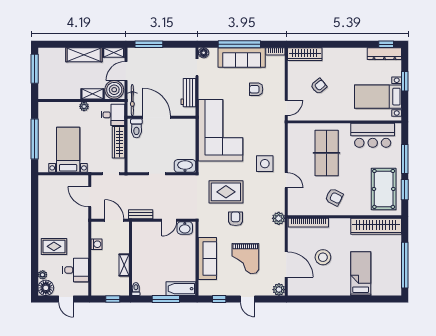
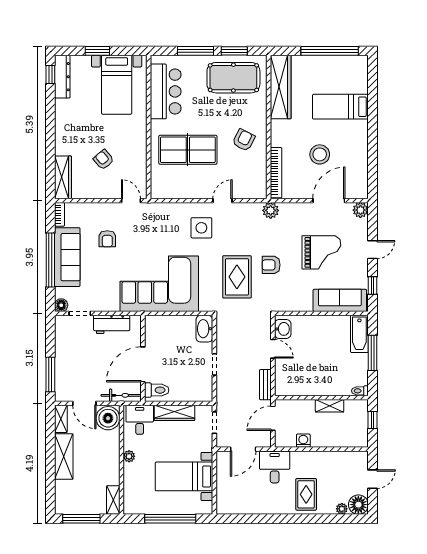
shelving: (93, 94) -> (113, 500), moved
sofa: (207, 258) -> (340, 300), moved
desk: (76, 270) -> (275, 467), moved

